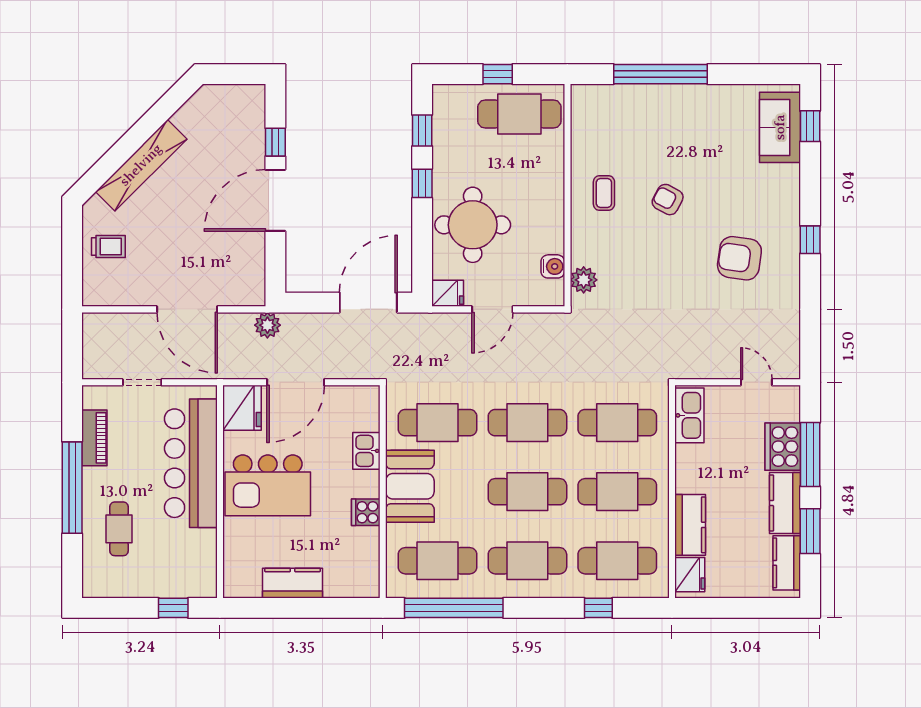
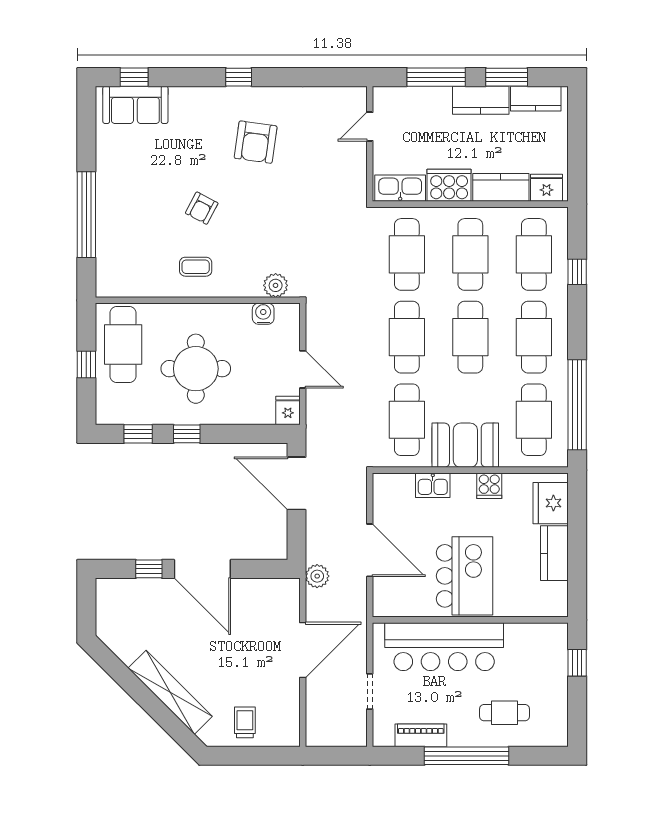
round table: (473, 225) -> (196, 369), moved
fridge: (242, 408) -> (551, 503), moved, turned -90
cooker: (783, 447) -> (449, 185), moved, turned 180

